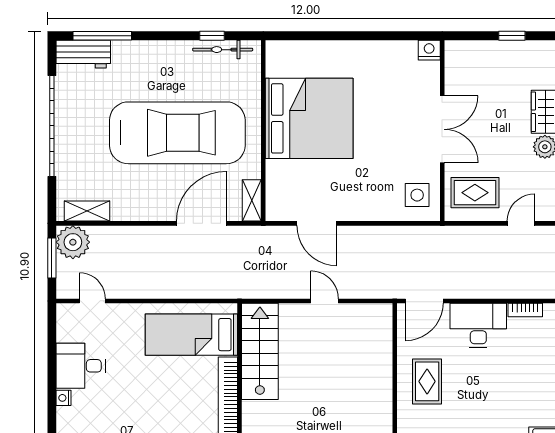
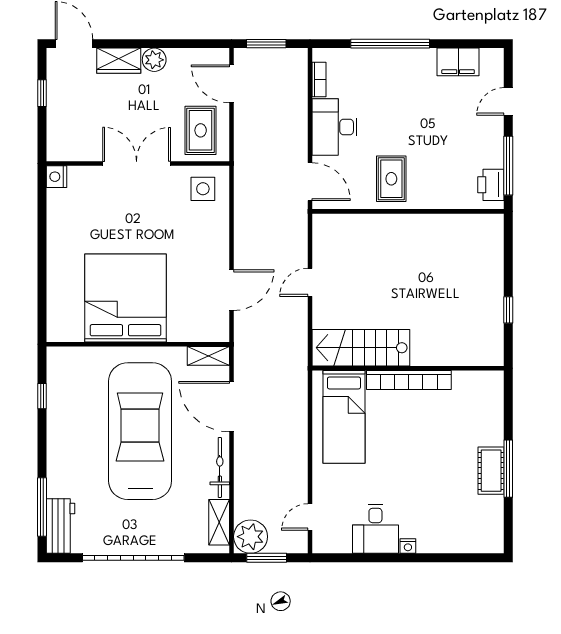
bicycle: (223, 50) -> (220, 467), moved, turned 180
door: (521, 223) -> (232, 84), width x1.38
rug: (427, 381) -> (391, 179), turned 90

